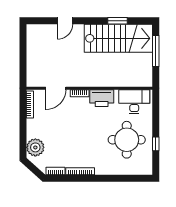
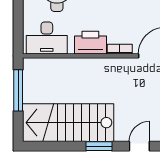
window: (117, 21) -> (99, 146), moved
window: (156, 51) -> (18, 90), moved

